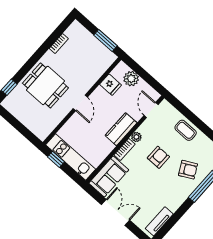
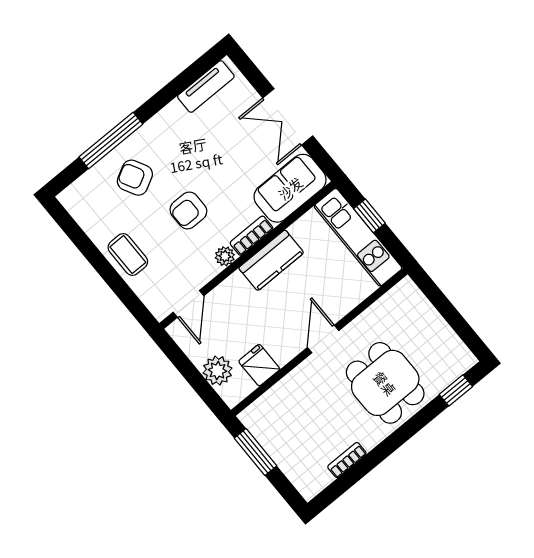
kitchen counter: (121, 129) -> (271, 260), moved
window: (56, 159) -> (369, 216), moved

